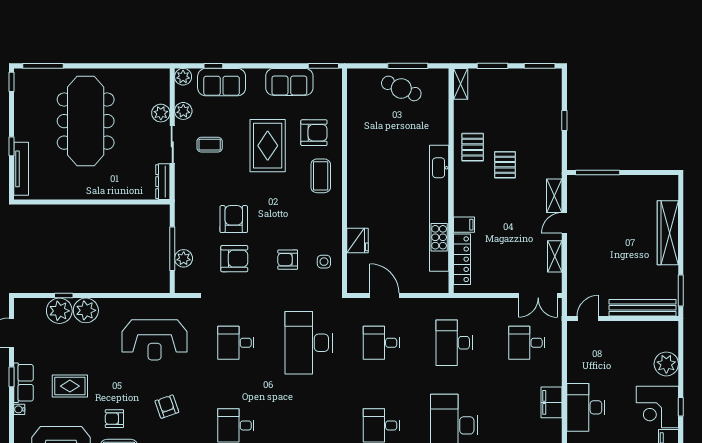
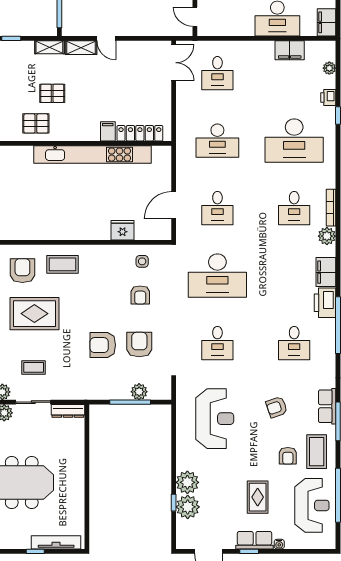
coffee table: (210, 145) -> (34, 367), turned 90
shelving: (555, 256) -> (49, 47), moved
filing cabinet: (551, 402) -> (290, 50), moved

